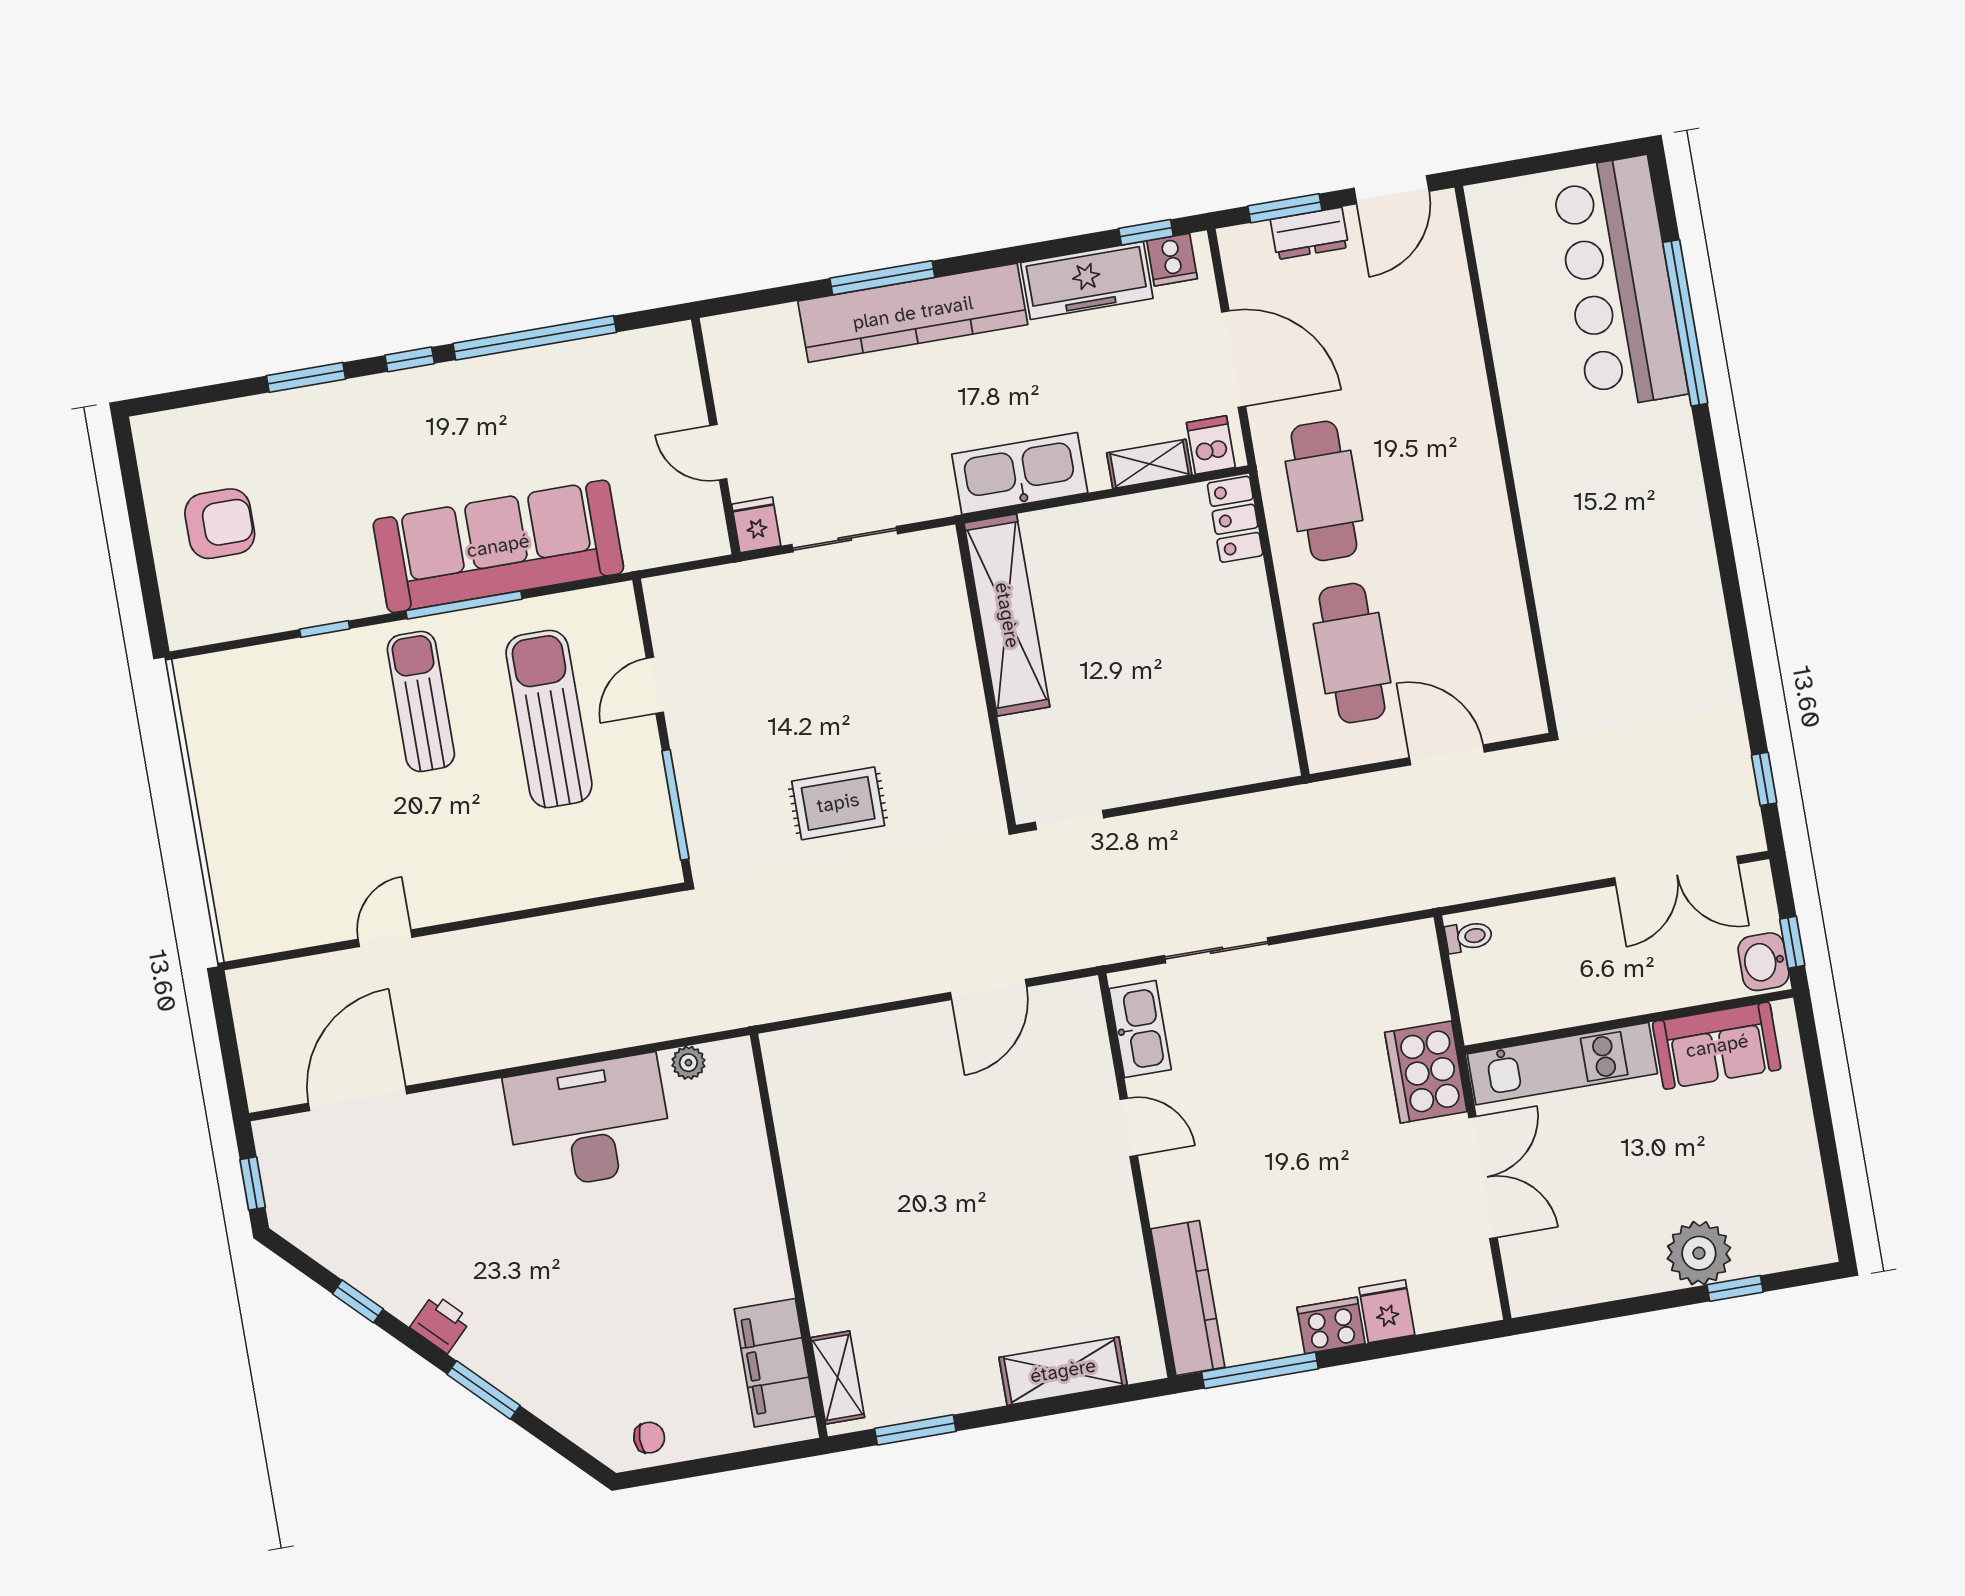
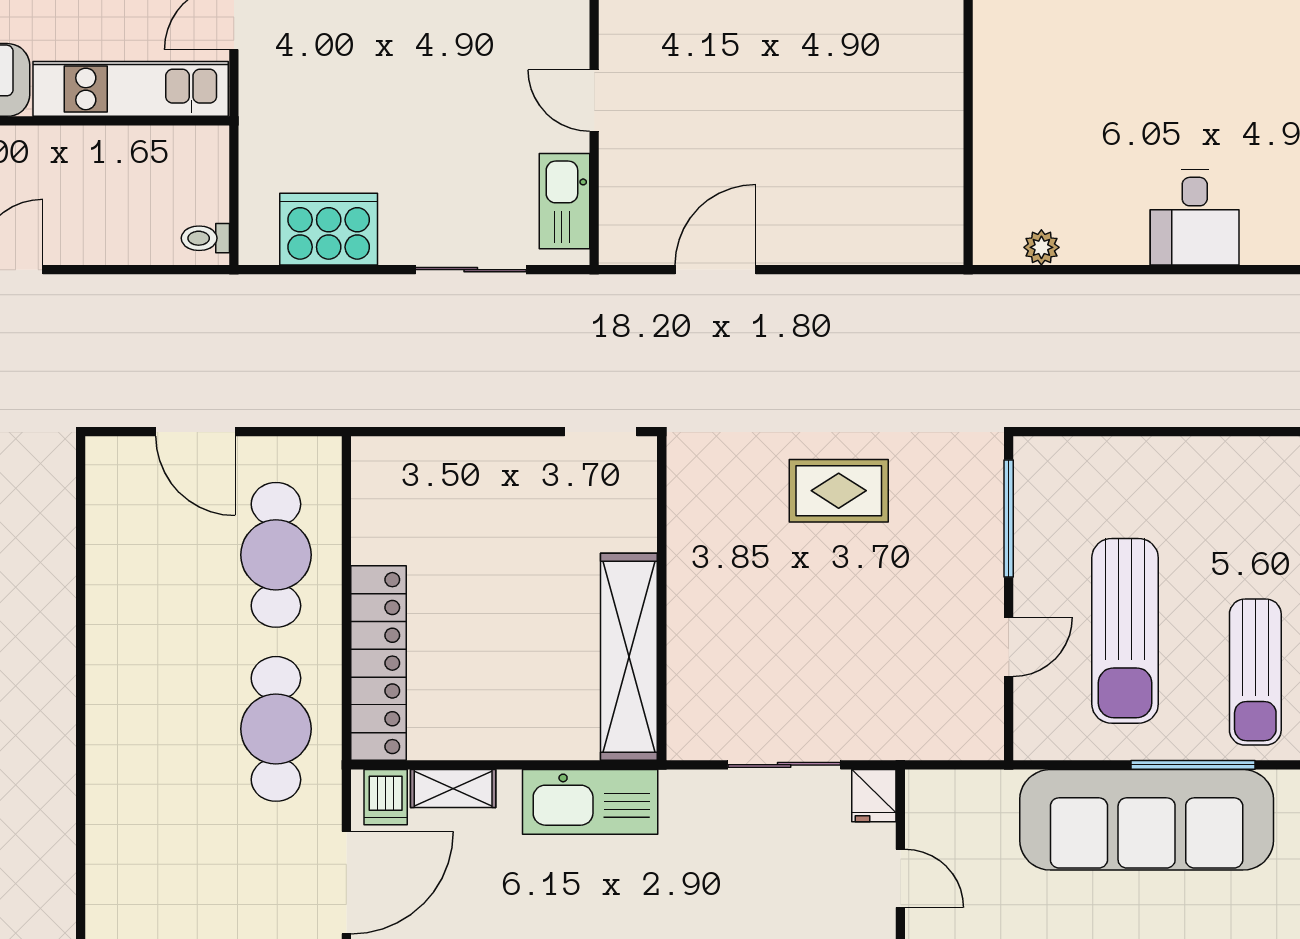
door: (1234, 359) -> (346, 883), swing flipped
locker: (1235, 519) -> (379, 663), width x2.16, depth x1.21
cooker: (1426, 1072) -> (329, 229), moved, turned -90
desk: (589, 1122) -> (1195, 217), width x0.53, depth x0.77

